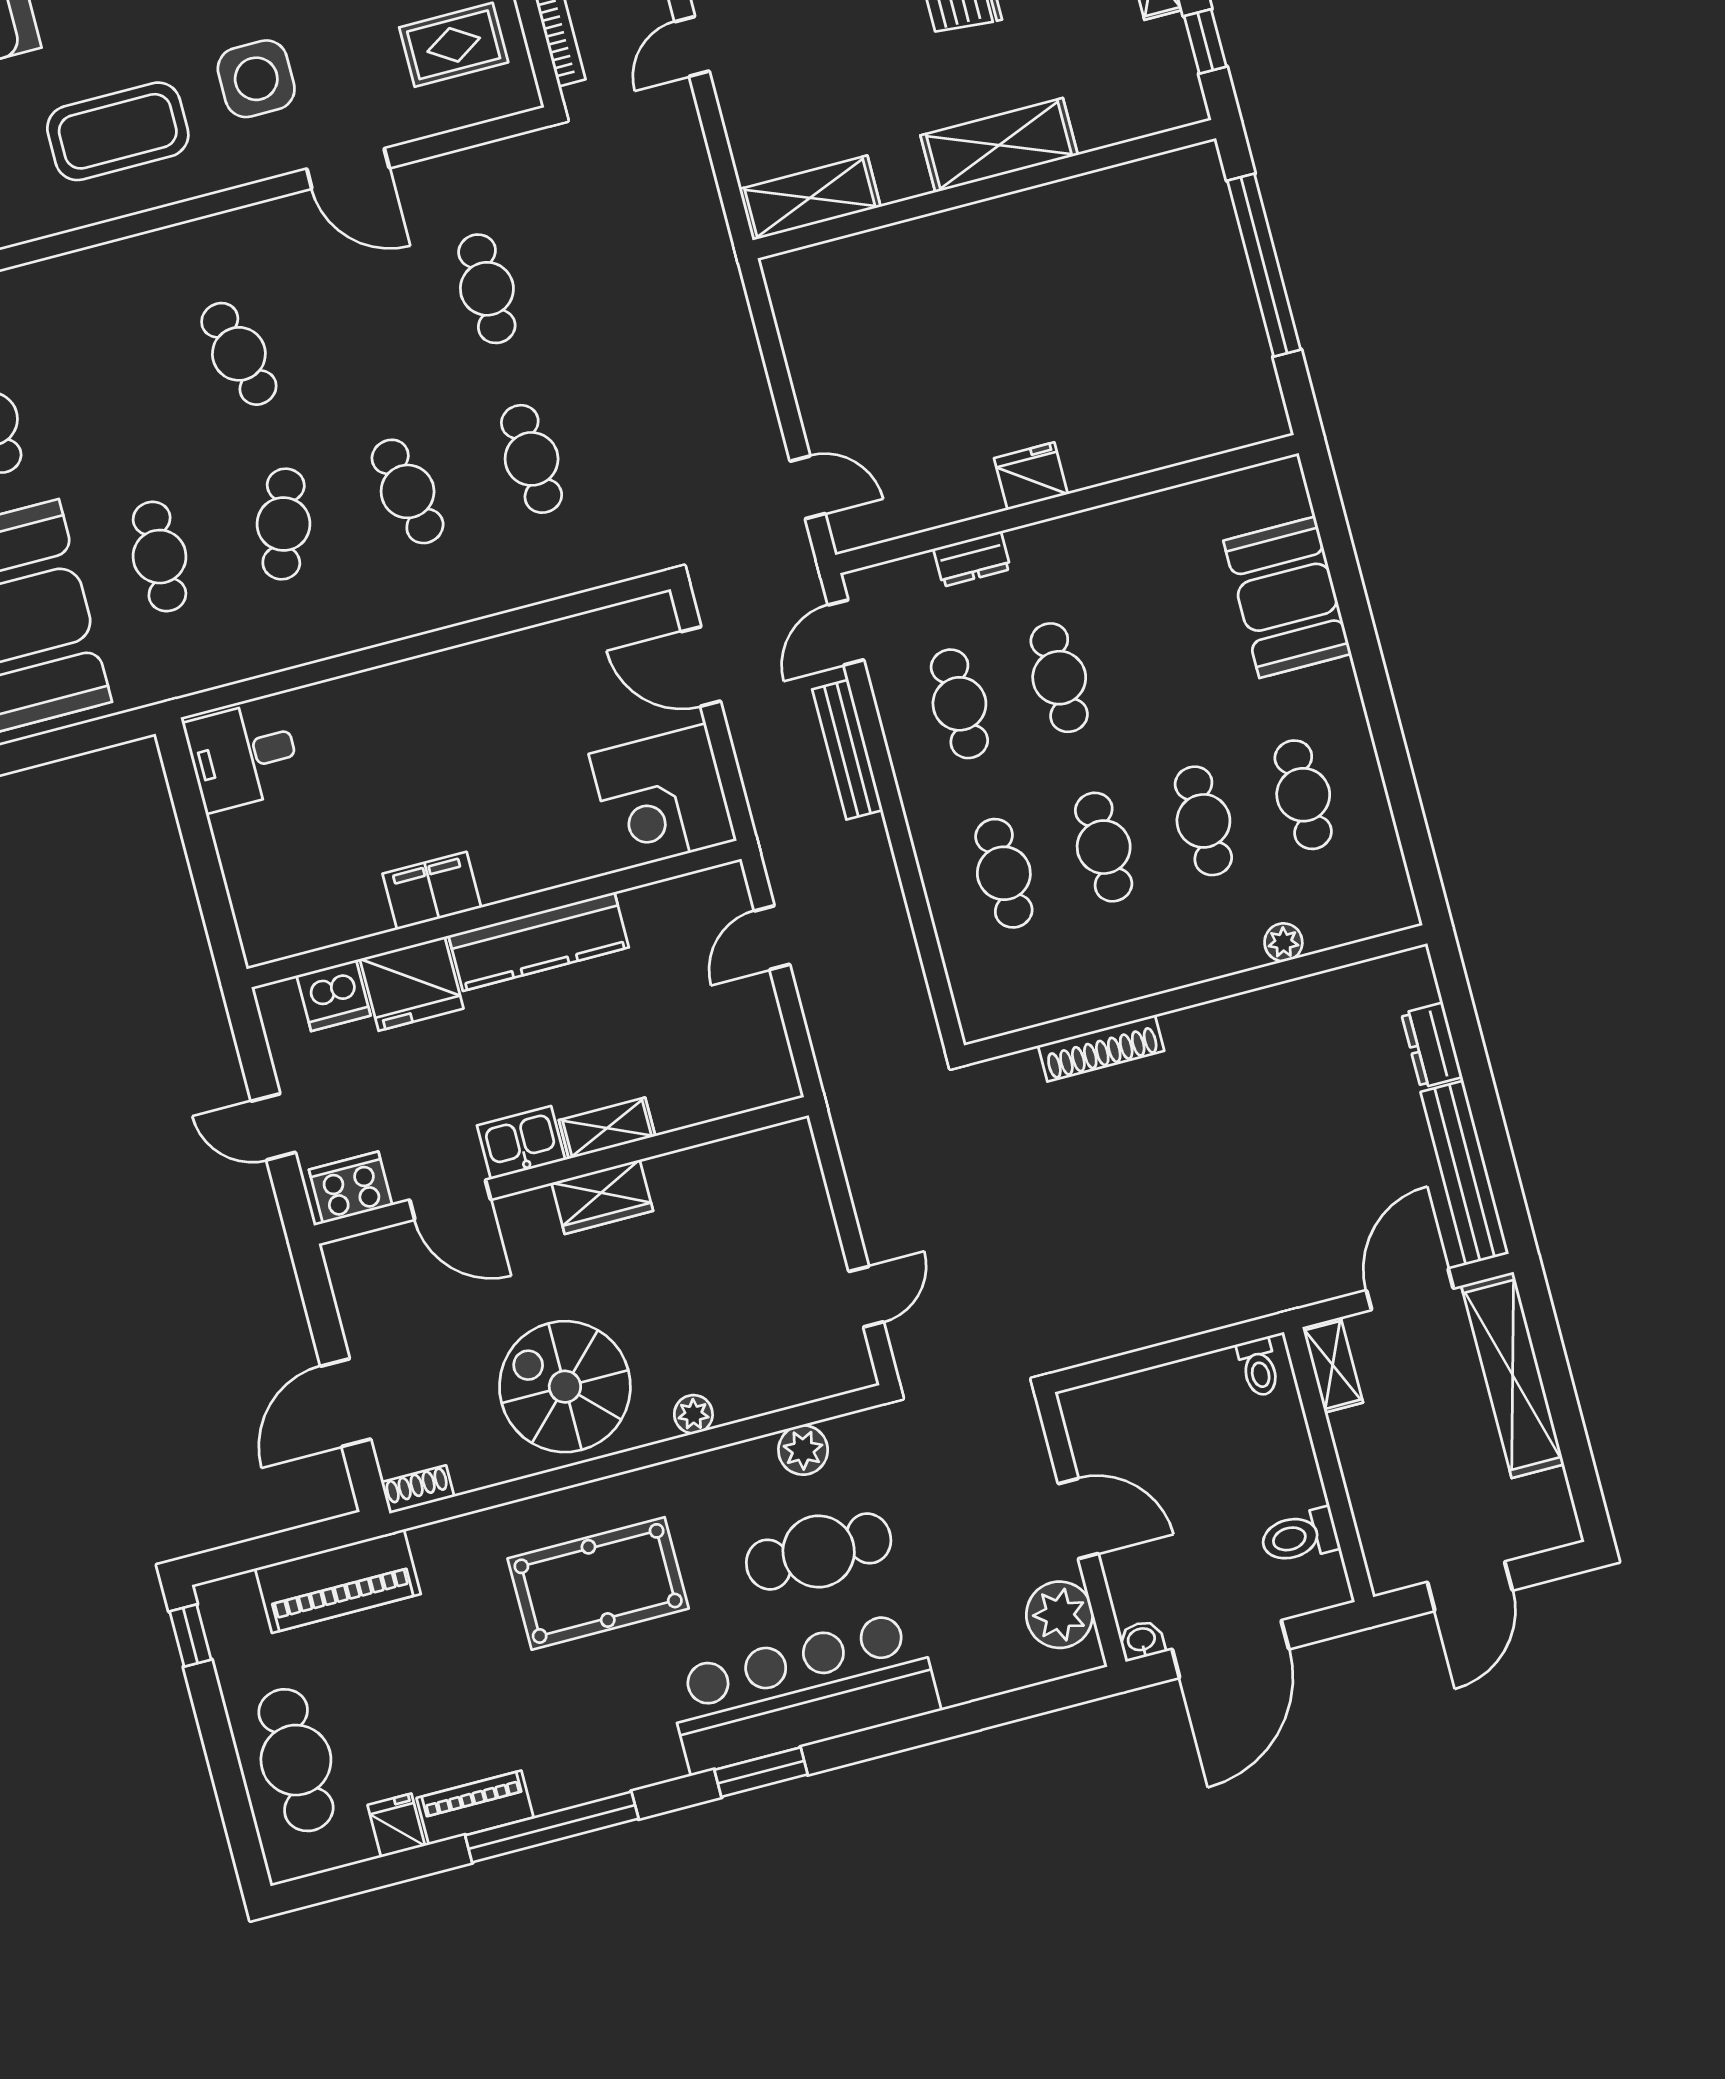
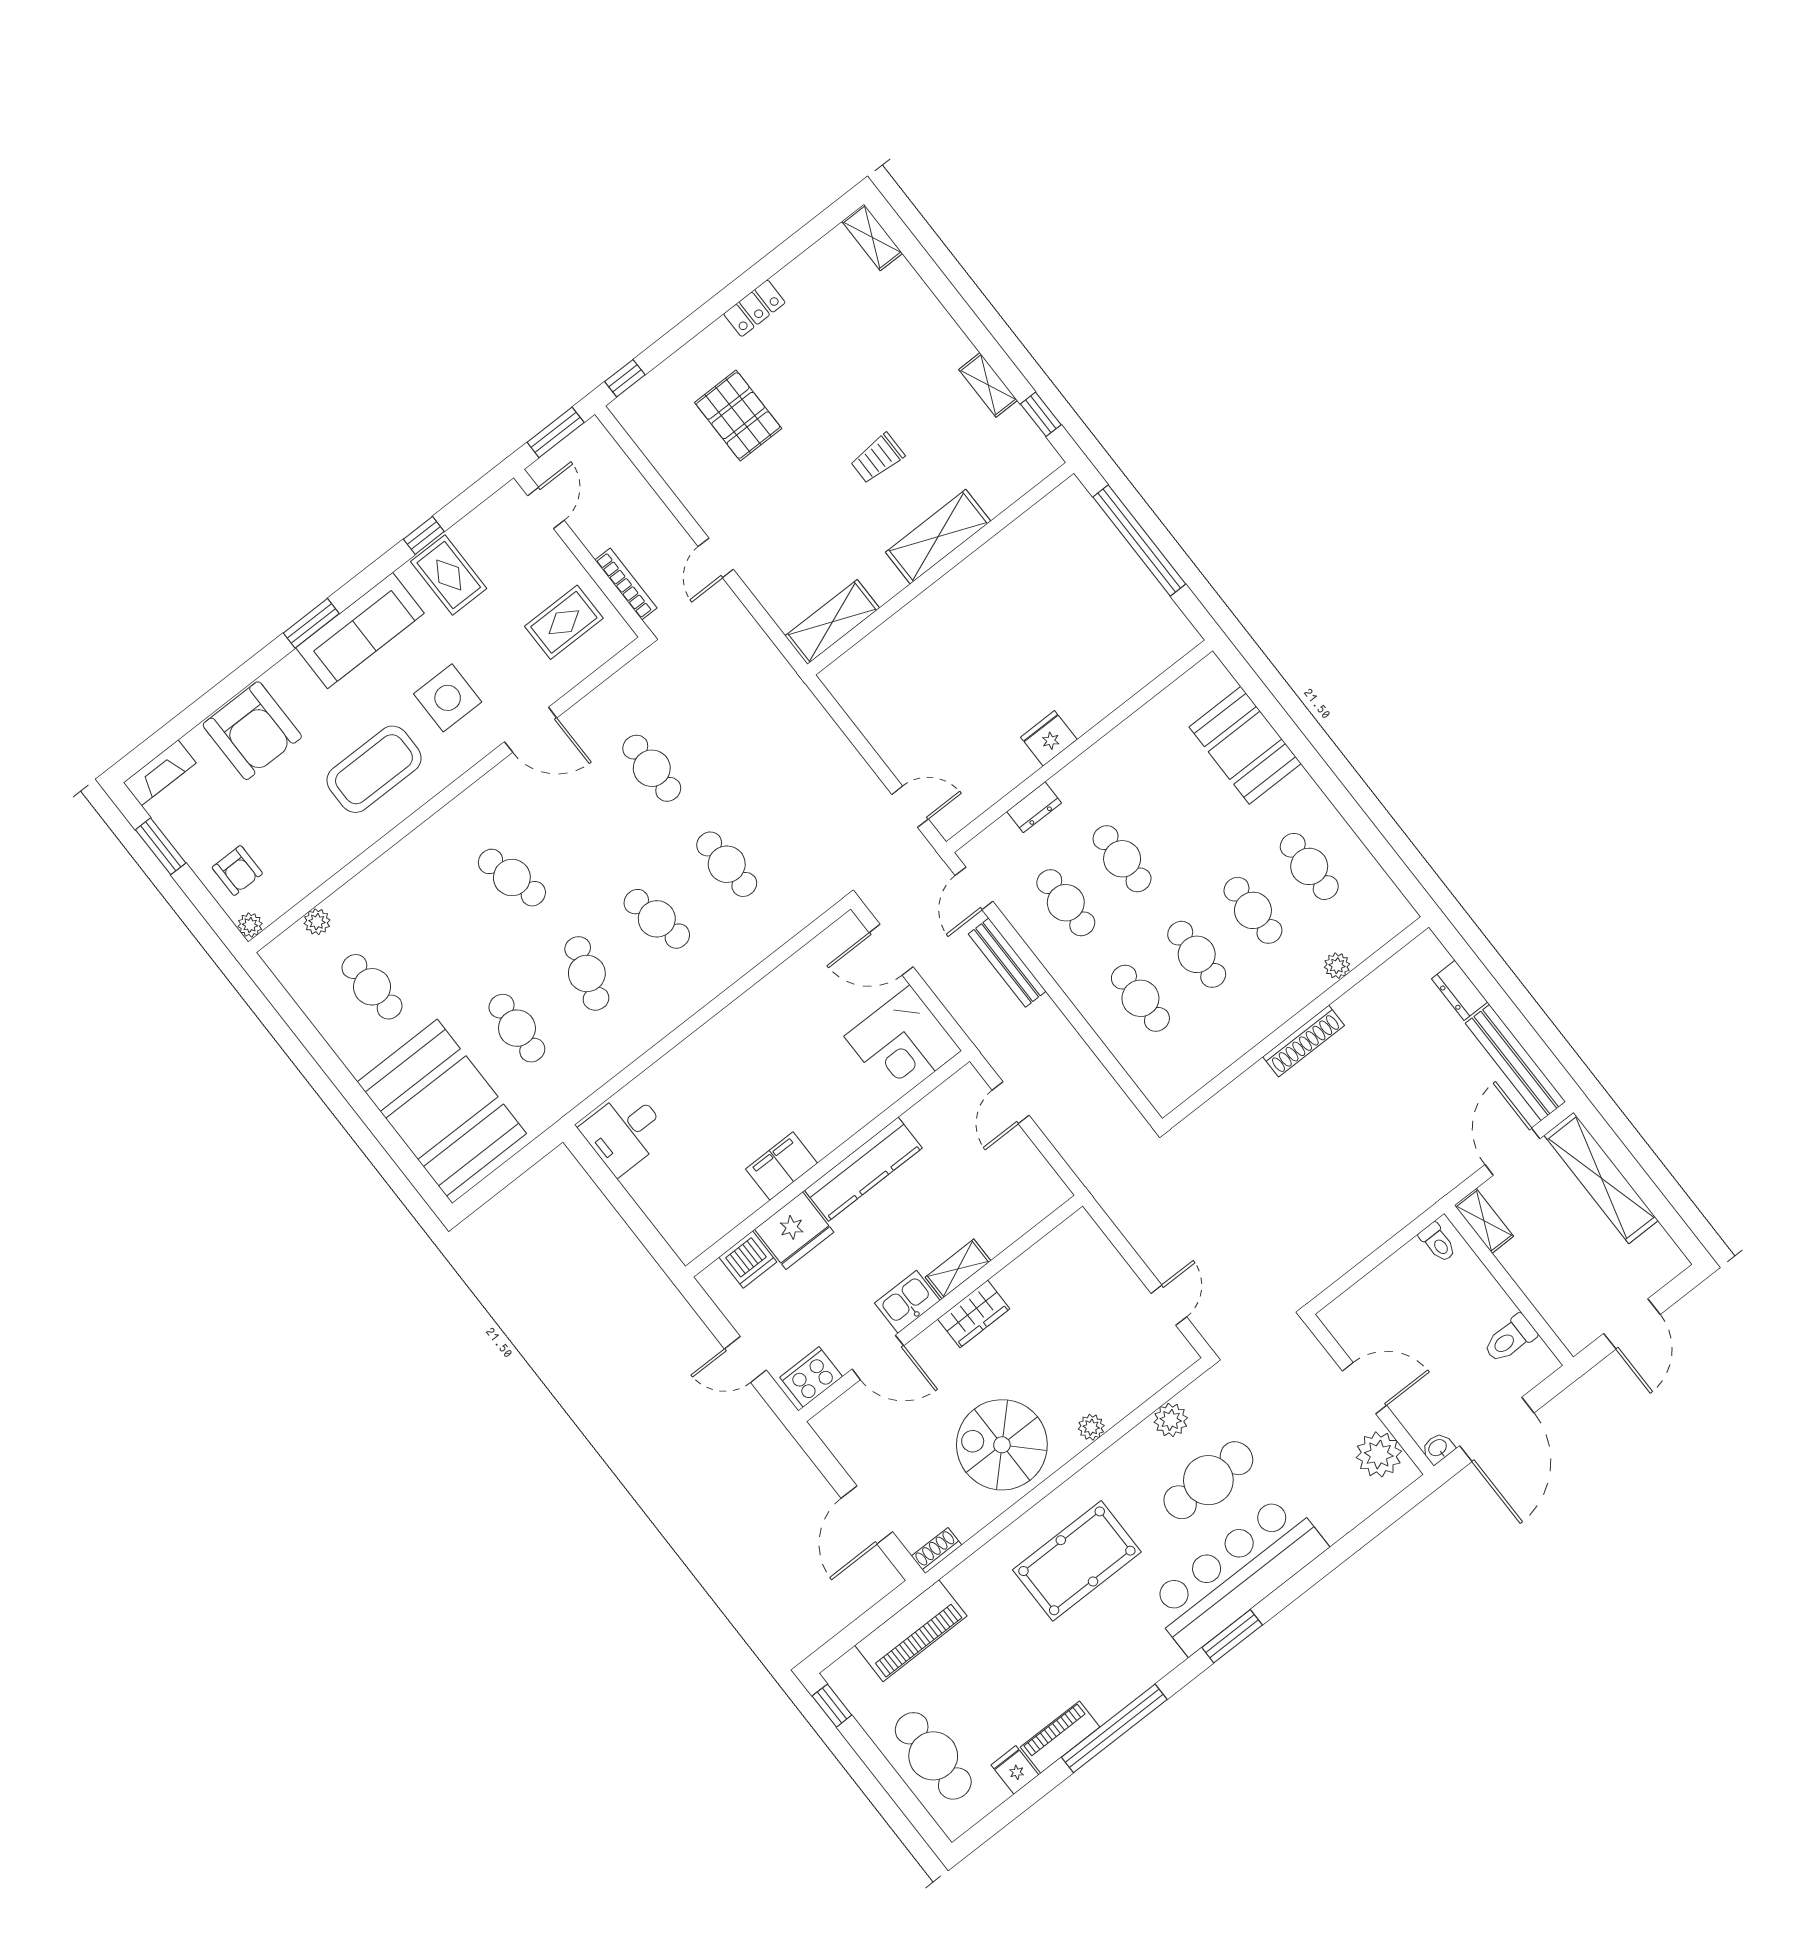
shoe rack: (1101, 1048) -> (1304, 1041), moved

